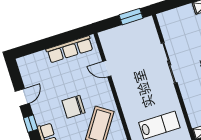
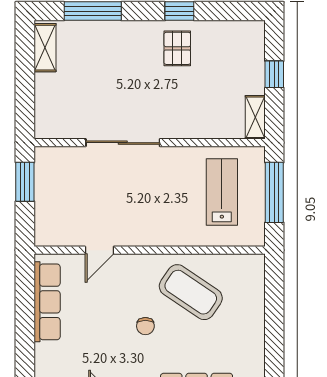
chair: (73, 107) -> (145, 326), width x0.54, depth x0.54

